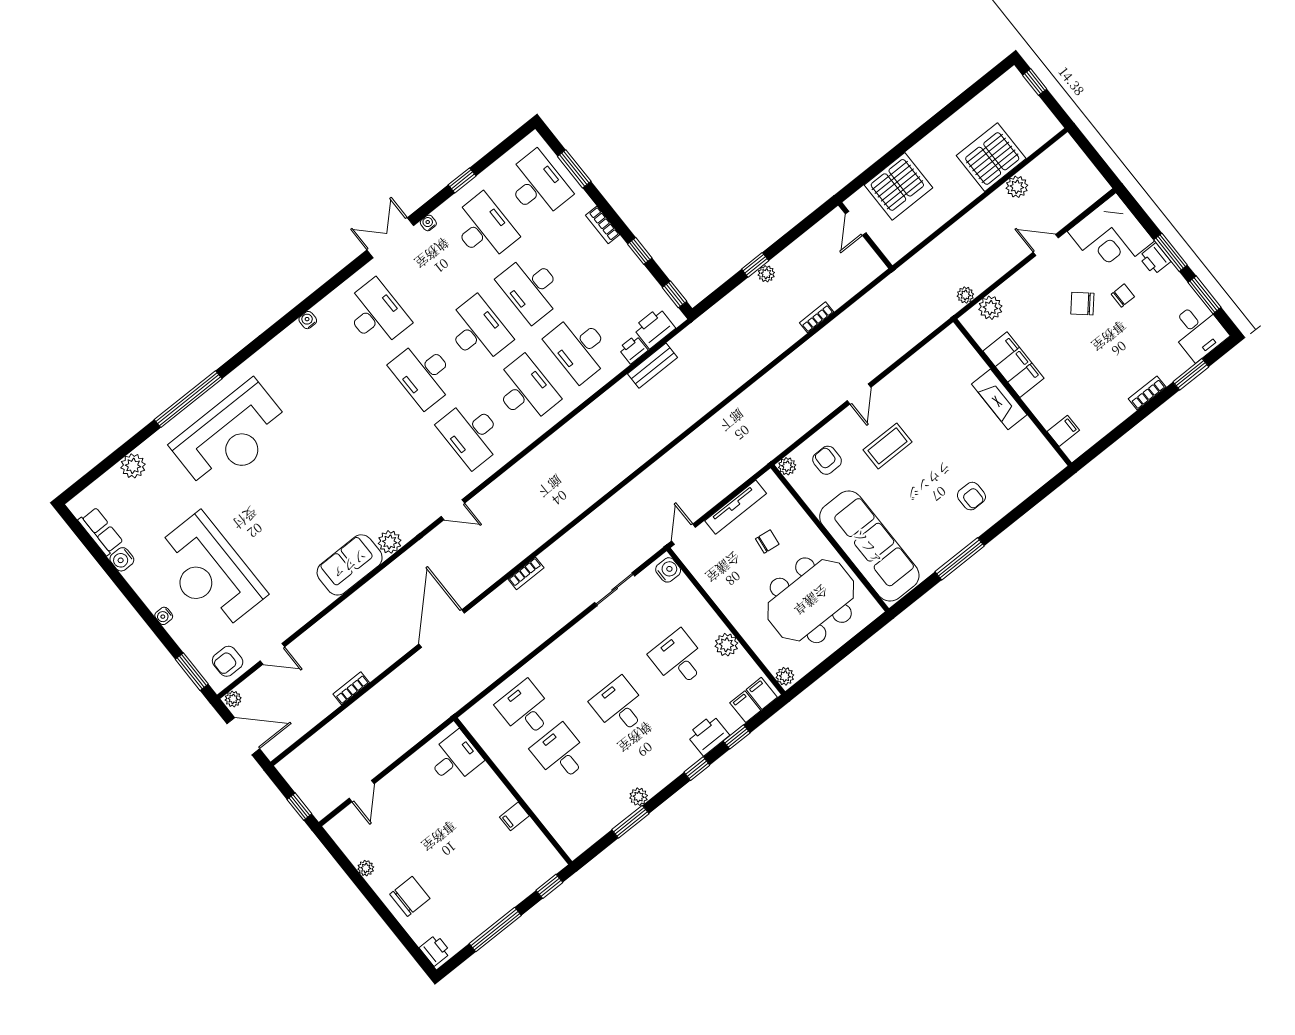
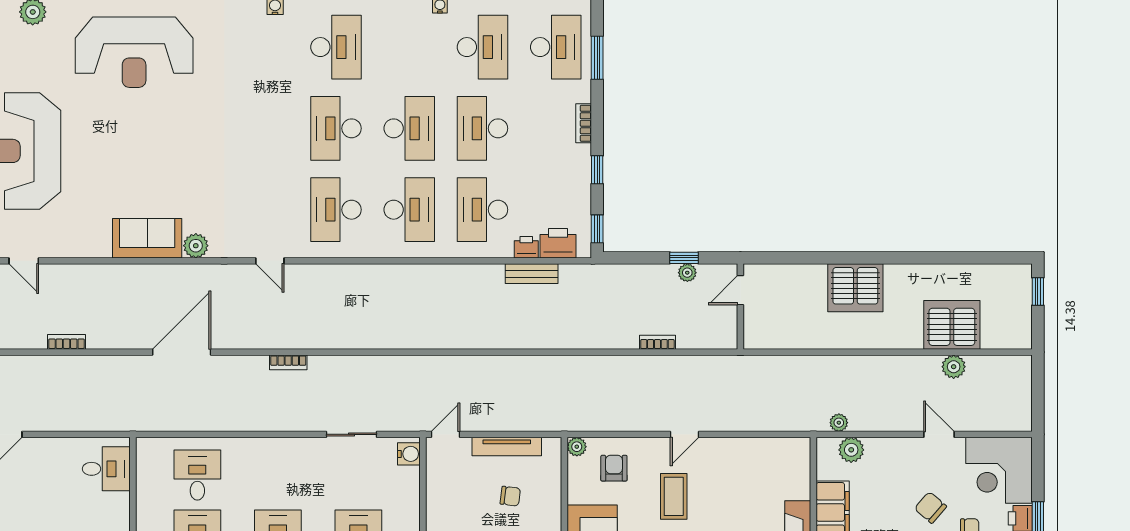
door: (856, 223) -> (740, 290), moved
wall: (865, 235) -> (740, 307), moved
bookcase: (817, 317) -> (657, 342), moved
coffee table: (887, 446) -> (674, 496), turned 90

